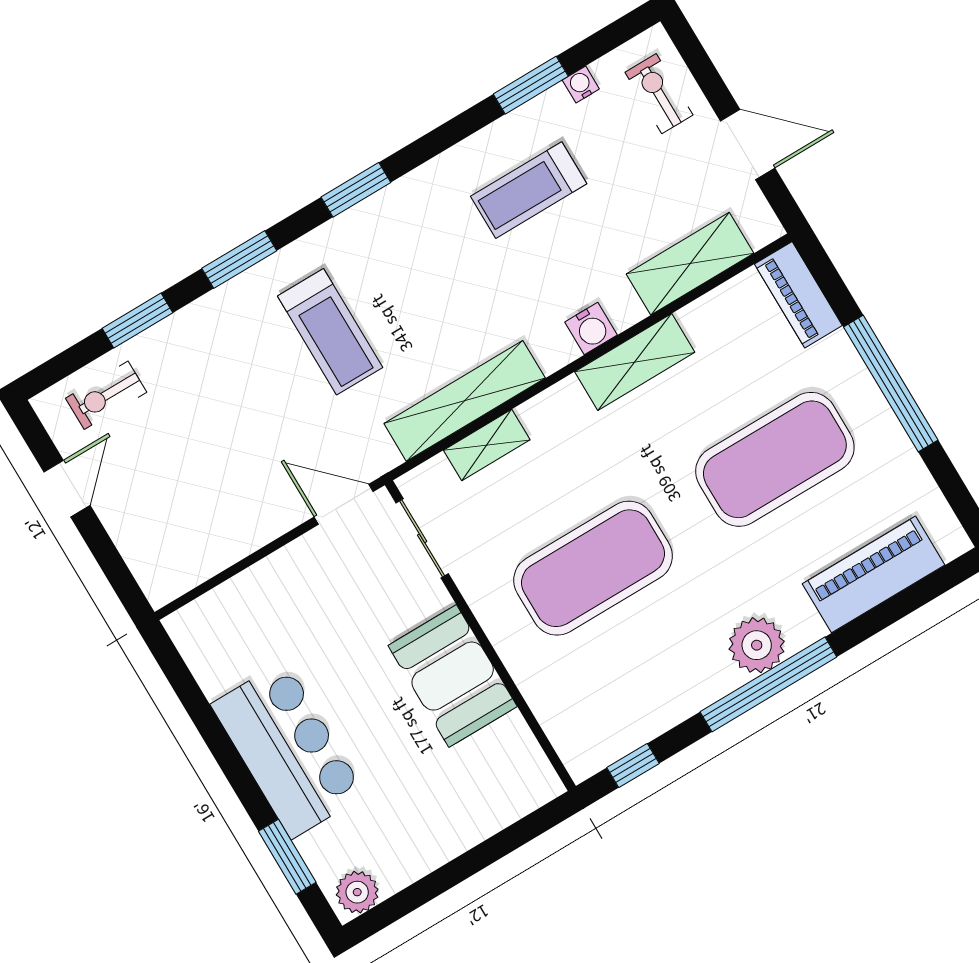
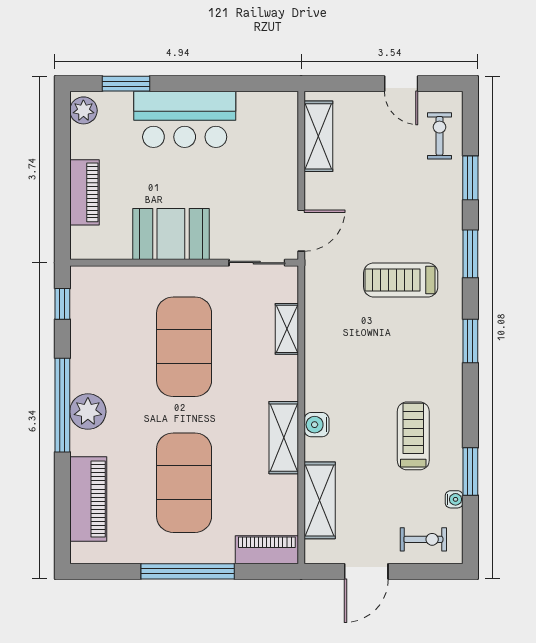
shelving: (465, 401) -> (318, 136), moved, width x0.68
piano: (466, 825) -> (85, 192), added

